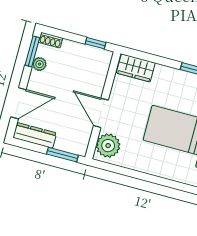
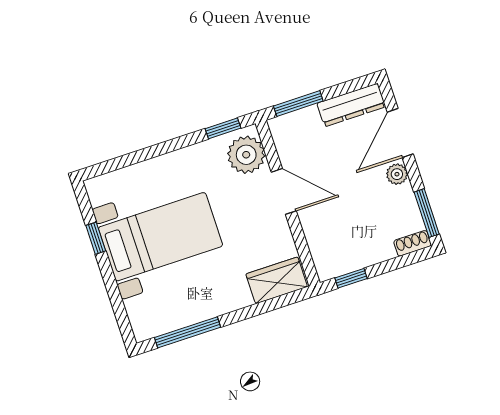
plant: (40, 64) -> (397, 174), moved
window: (111, 168) -> (223, 128), added

